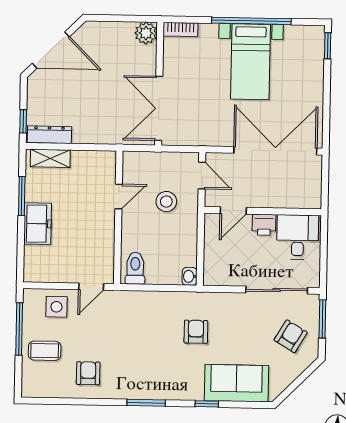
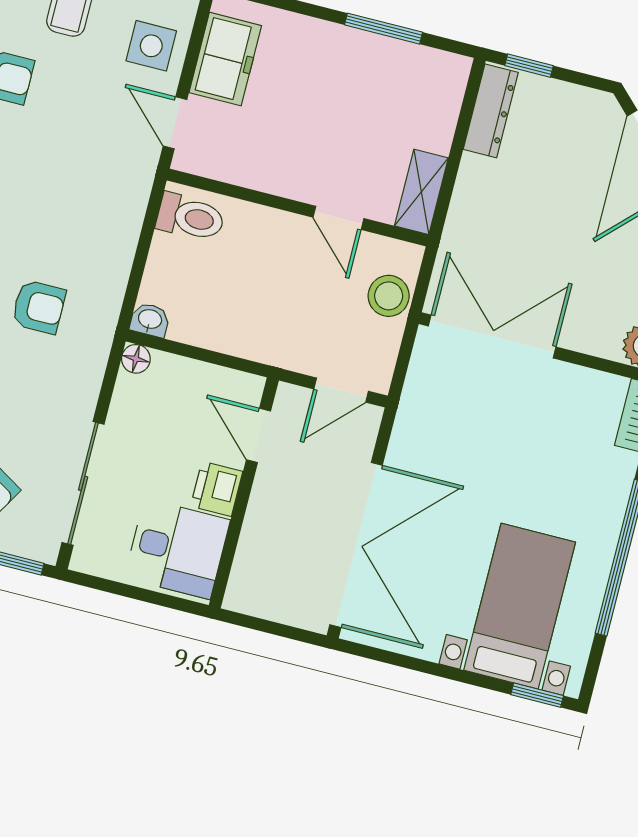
bed with nightstands: (250, 62) -> (520, 606), moved, turned 90
shelving: (50, 158) -> (421, 192), moved
stool: (166, 202) -> (389, 296), moved
freezer: (38, 224) -> (225, 59), moved, turned -90
floor lamp: (210, 279) -> (136, 359), added

